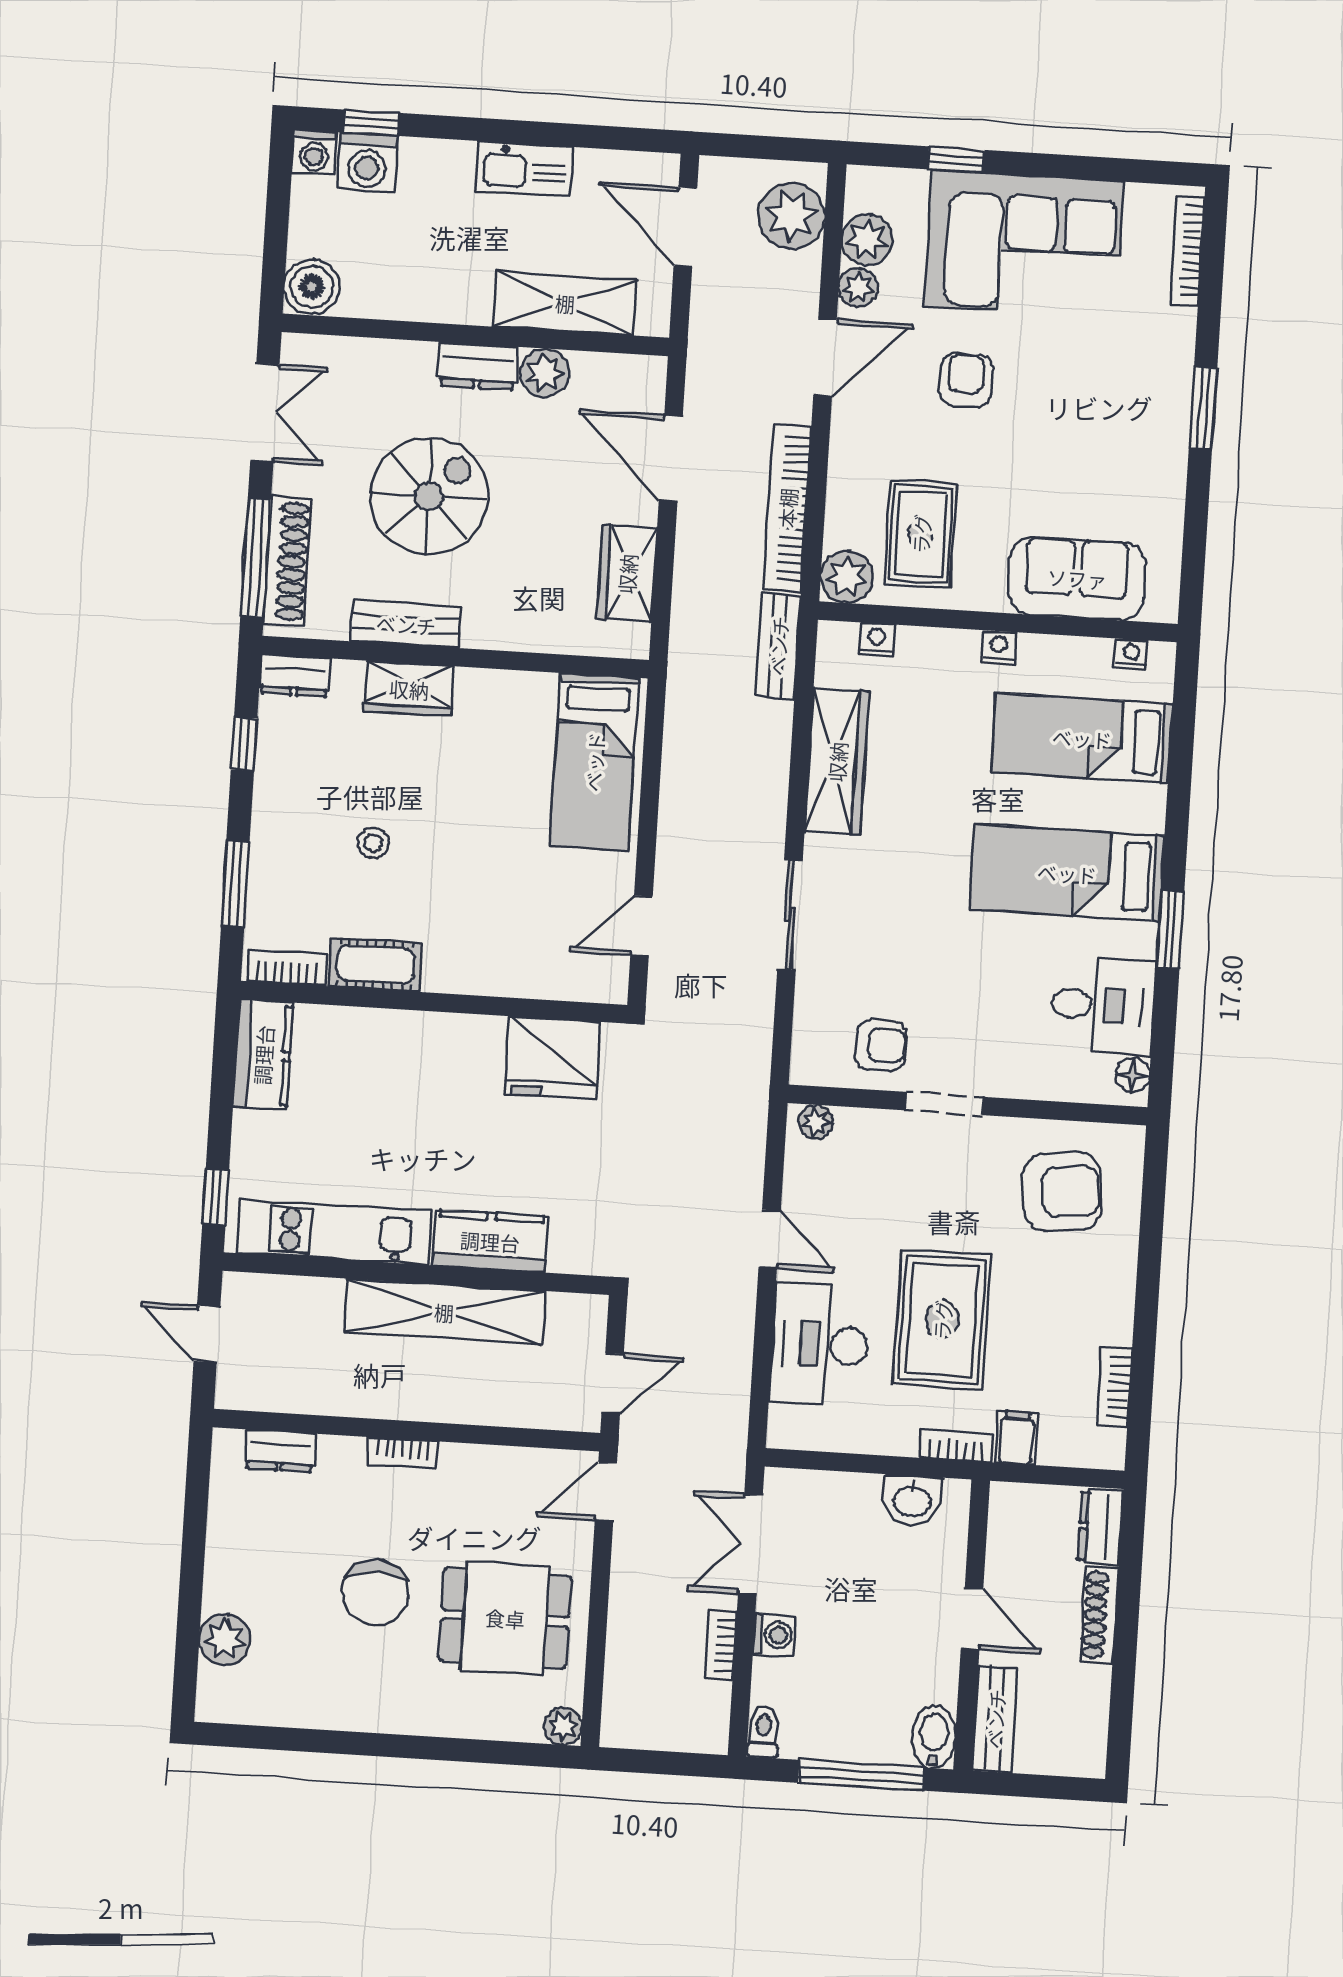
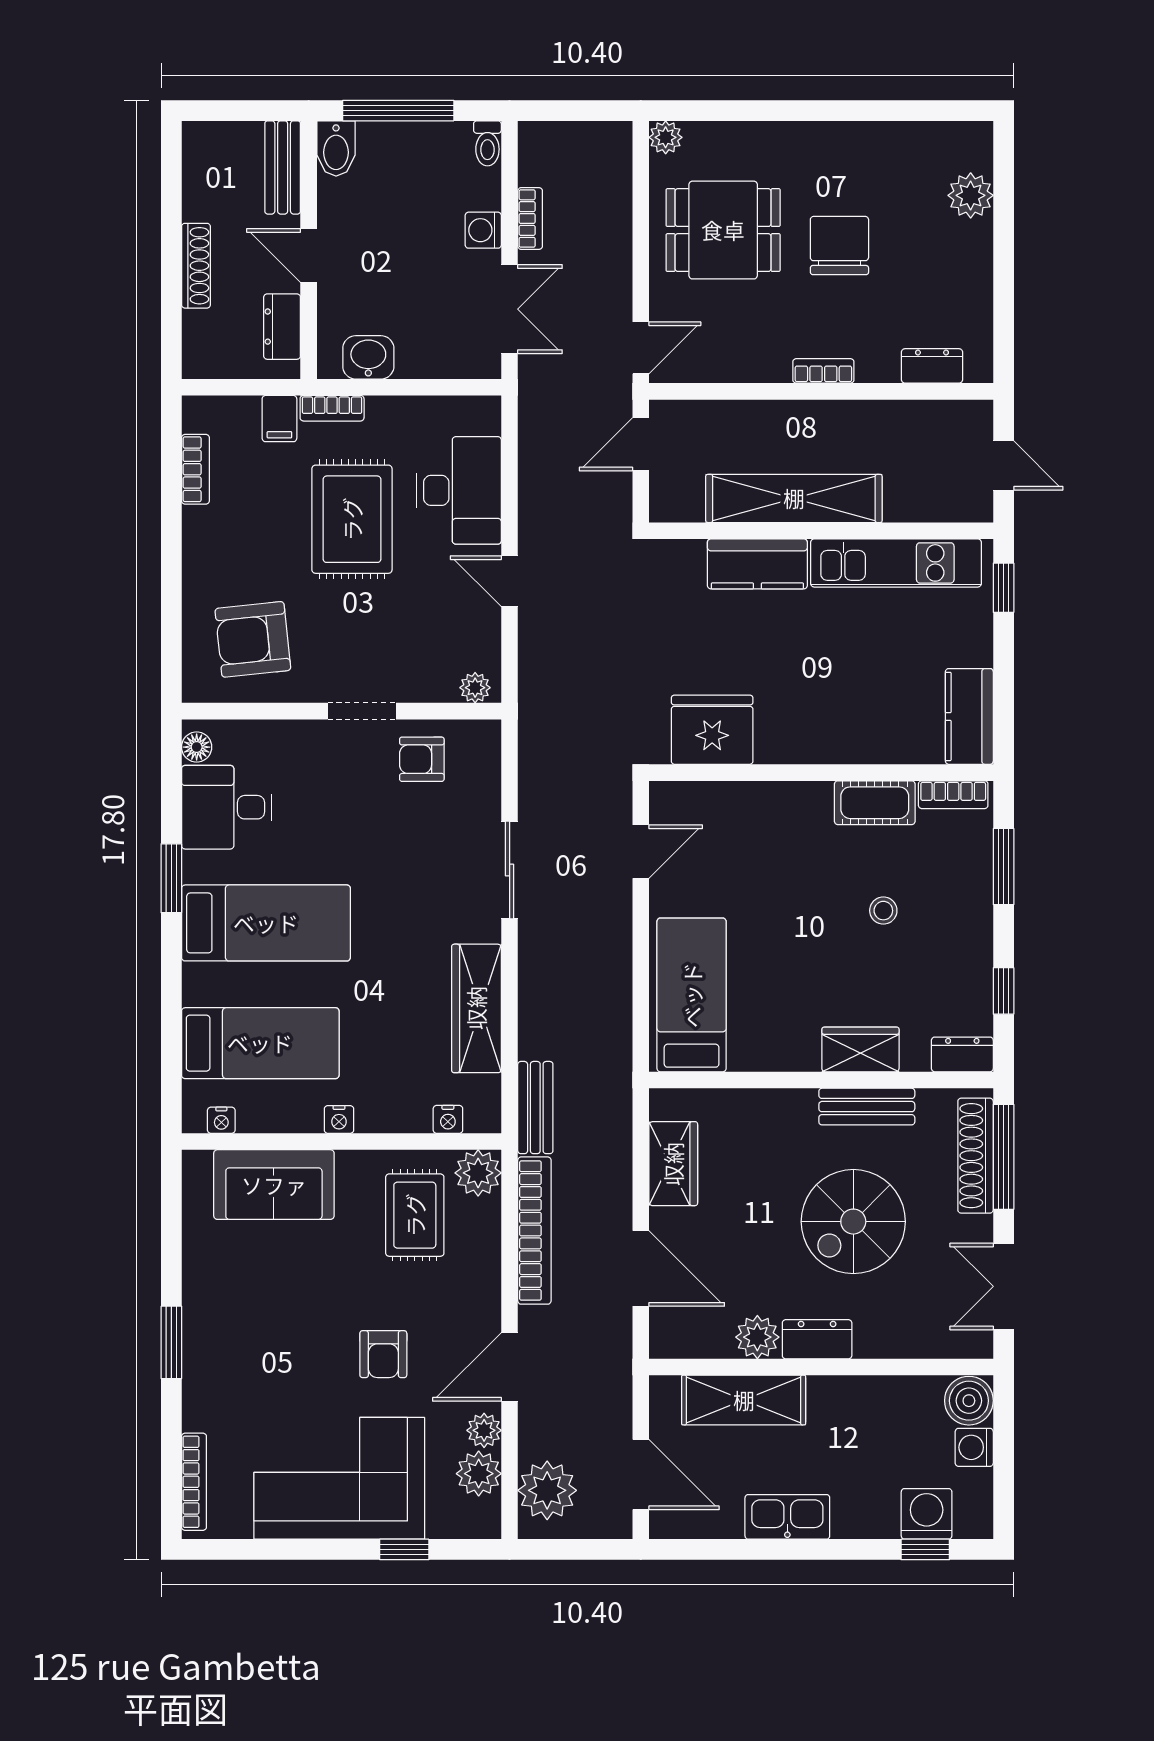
washing machine: (314, 152) -> (974, 1447), moved, turned -90
dresser: (1100, 1527) -> (282, 327), moved, turned 180

